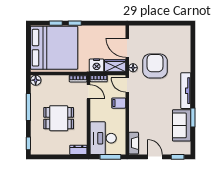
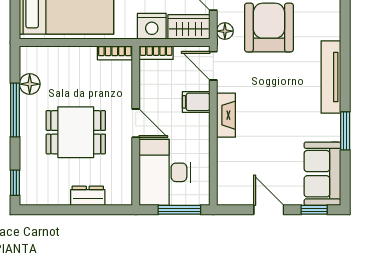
floor lamp: (36, 80) -> (30, 84), moved
door: (89, 92) -> (136, 123), moved
sofa: (182, 125) -> (322, 174), moved
fireplace: (134, 143) -> (226, 115), moved
dresser: (78, 150) -> (88, 196), moved

